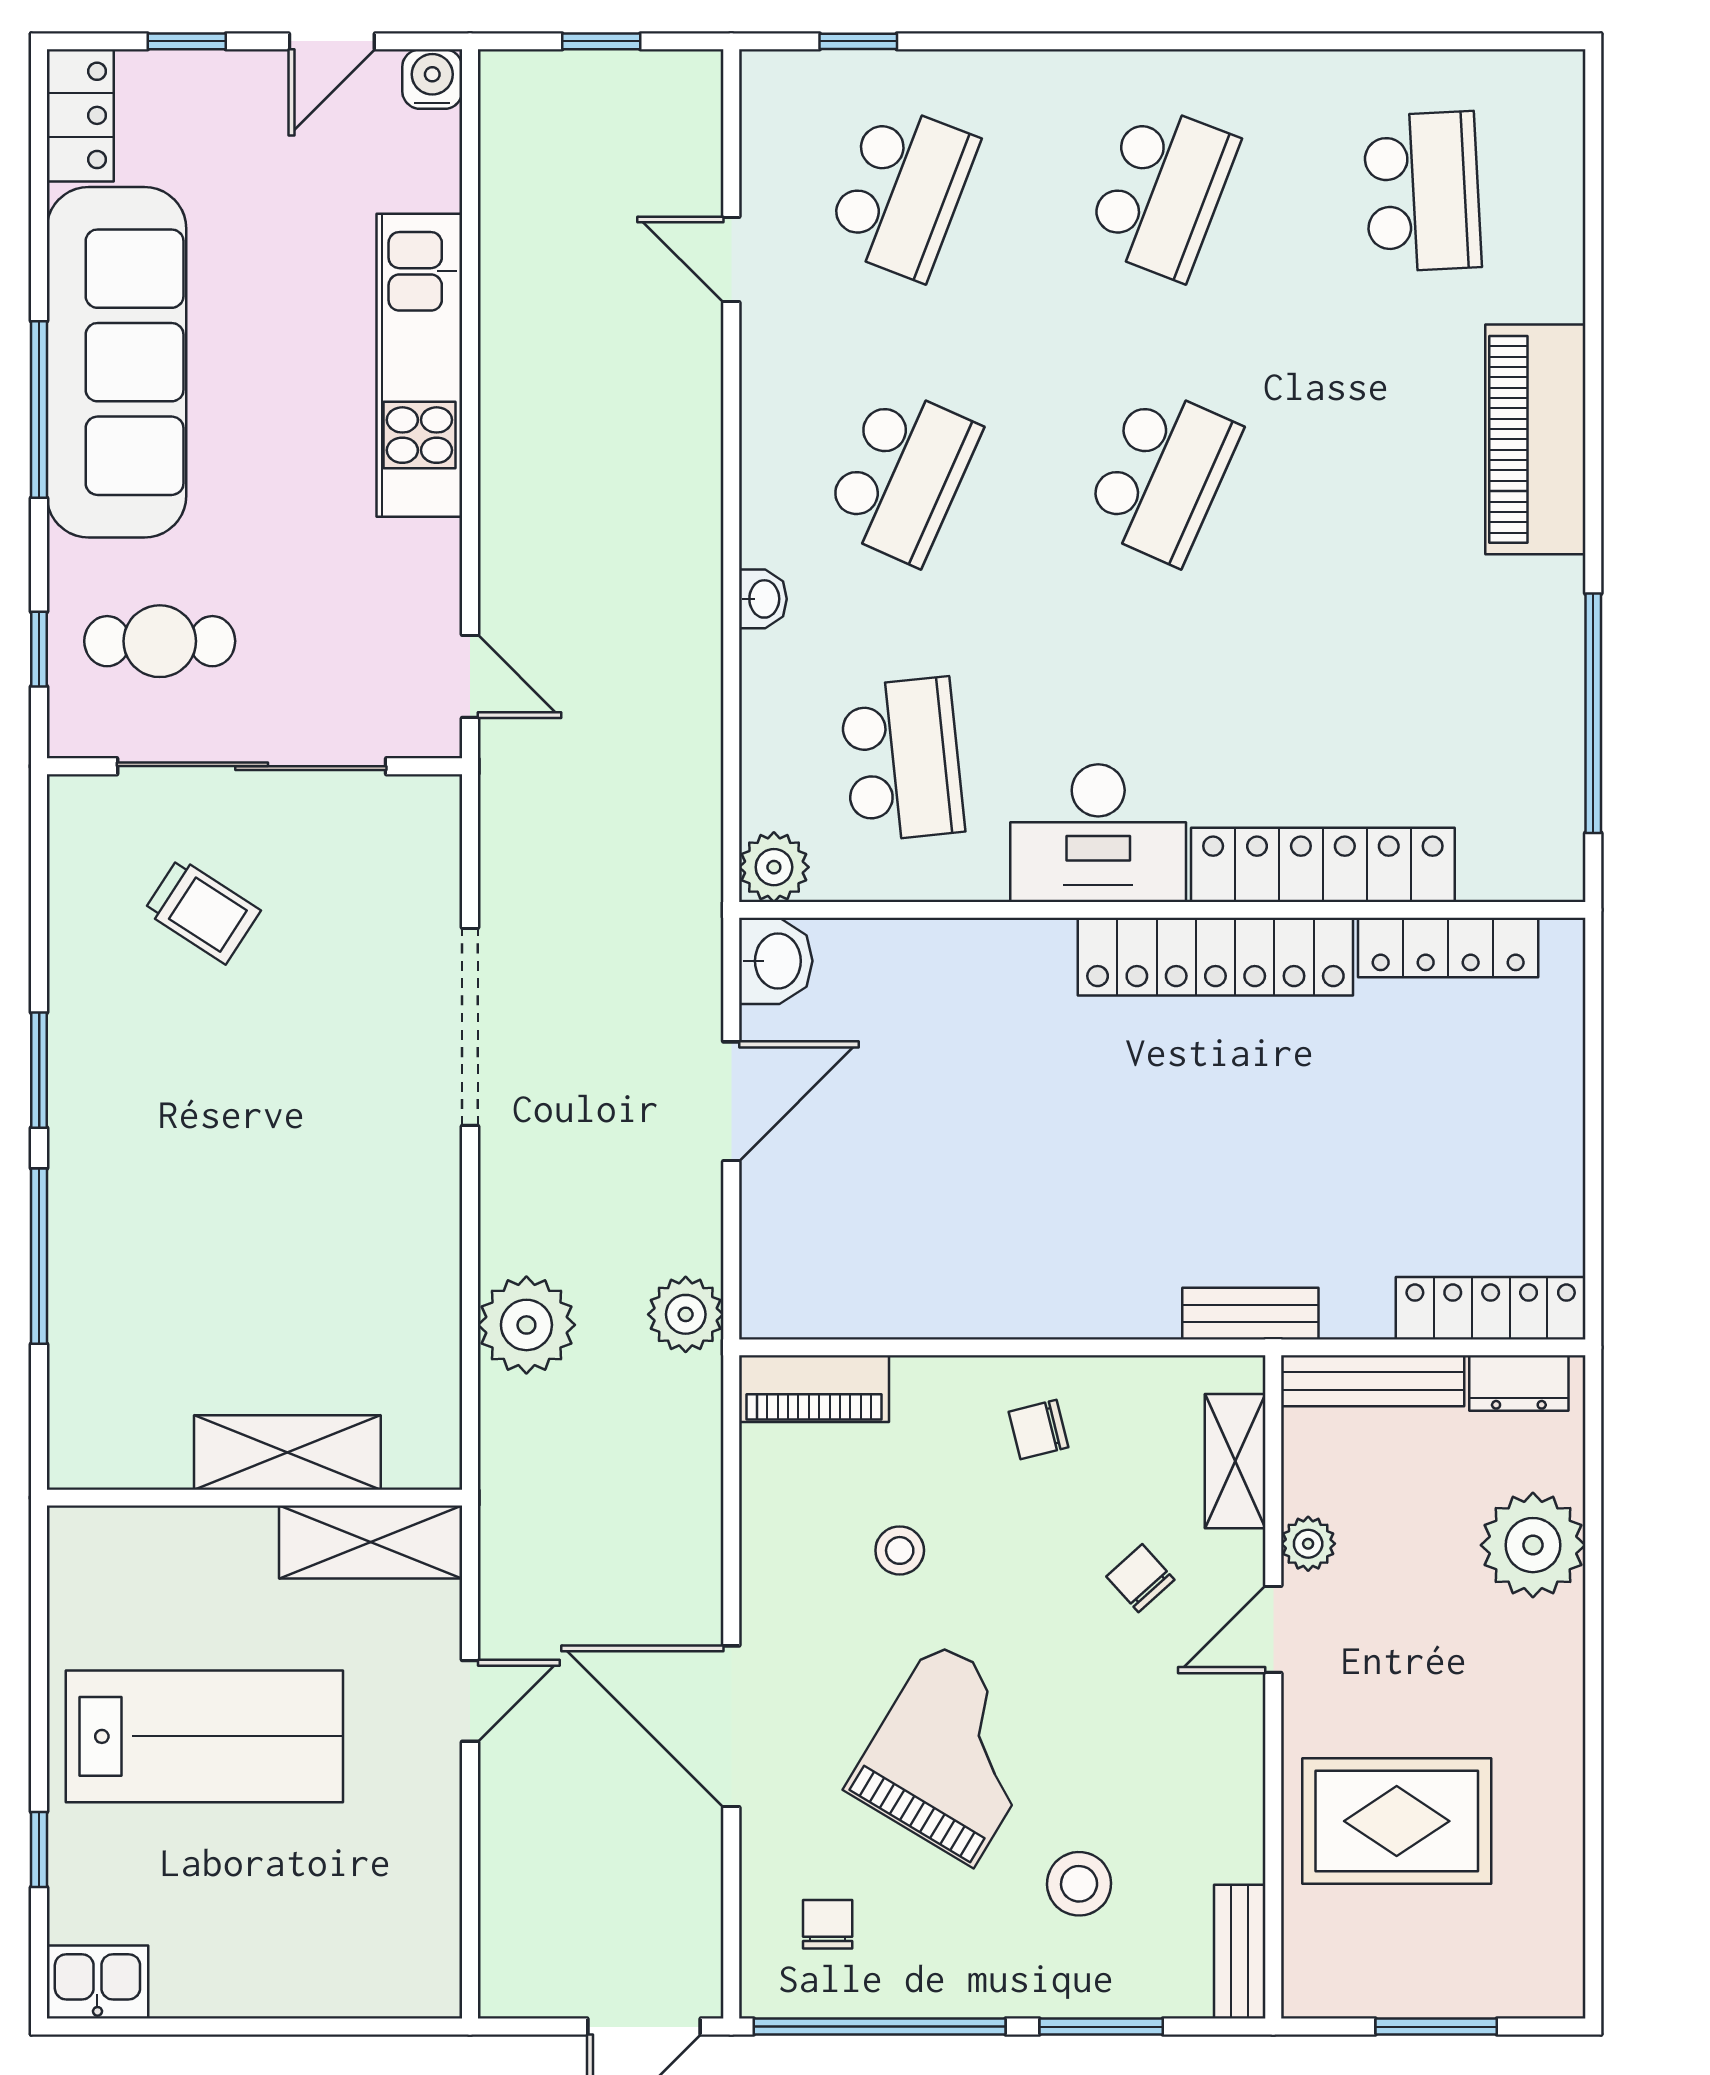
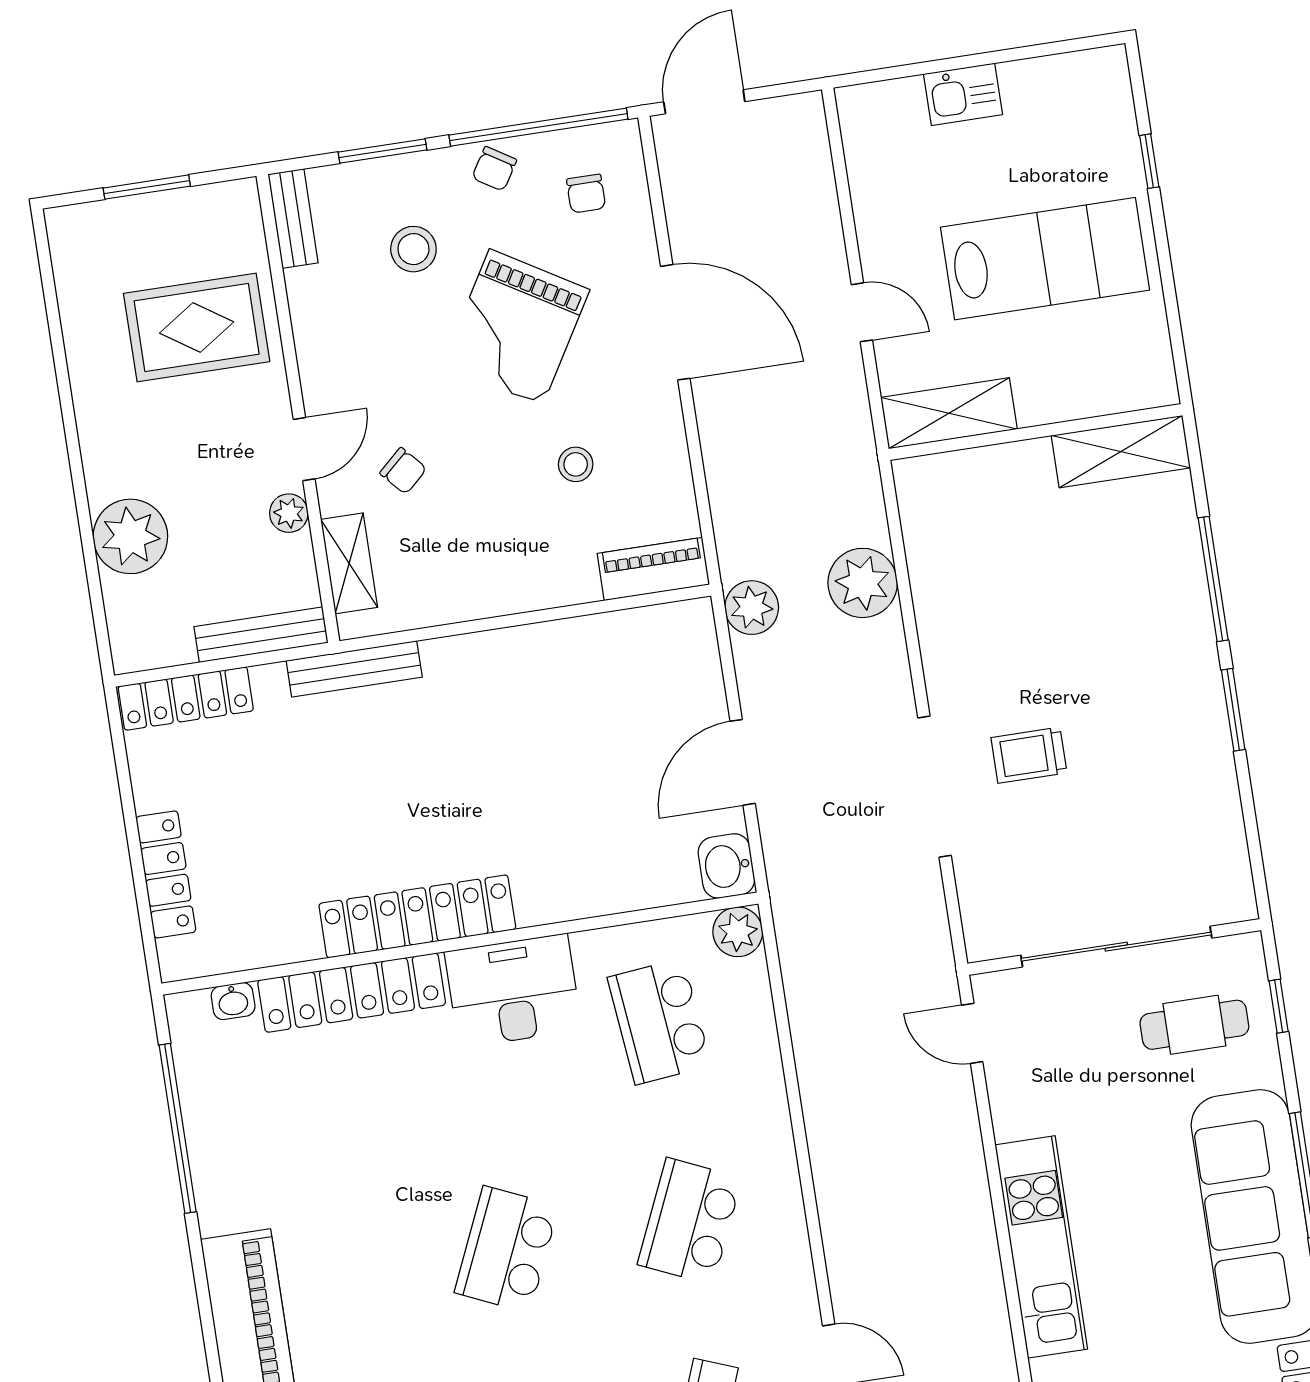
washbasin: (763, 599) -> (233, 1001), moved, turned -90
trolley: (202, 911) -> (1029, 755), moved, turned -33
locker: (1448, 947) -> (166, 874), moved, turned 90
bench: (1250, 1314) -> (354, 669), width x1.36
dresser: (1519, 1383) -> (158, 649), removed
chair: (1039, 1429) -> (494, 169), moved, turned 136
shelving: (287, 1452) -> (1121, 452), moved
door: (470, 1701) -> (862, 312), swing flipped
lab bench: (204, 1736) -> (1045, 259), turned 180
kitchen sink: (97, 1982) -> (963, 94), moved

